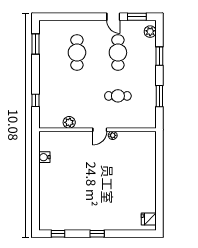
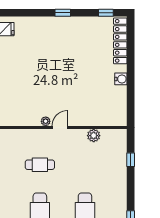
water cooler: (44, 157) -> (121, 79), moved
locker: (45, 208) -> (120, 41), added

